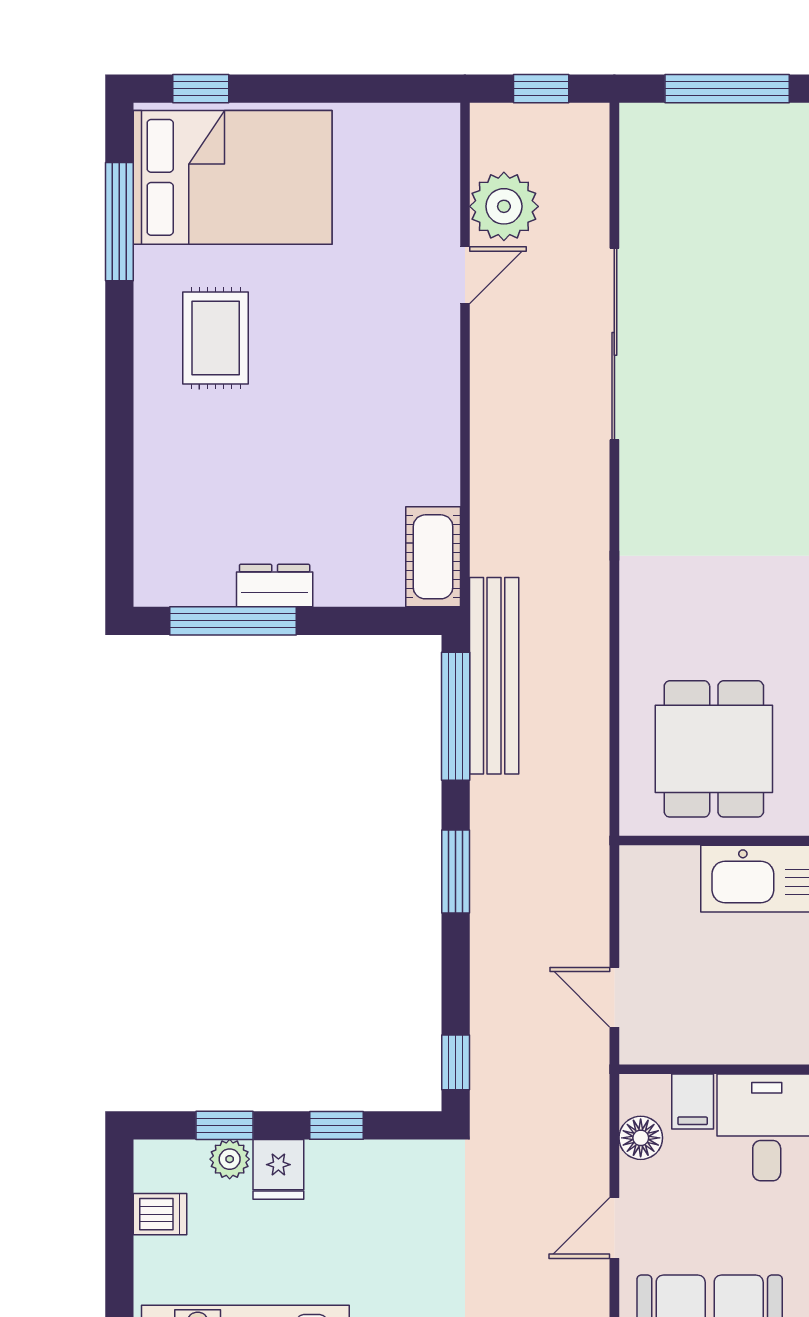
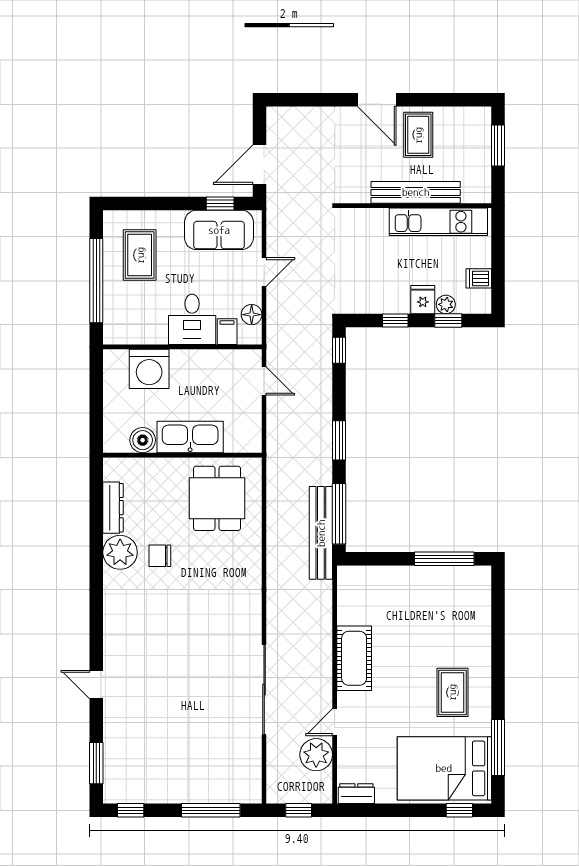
cot: (433, 557) -> (354, 658), moved, width x1.37, depth x1.34
dresser: (275, 586) -> (356, 794), moved, turned 180

